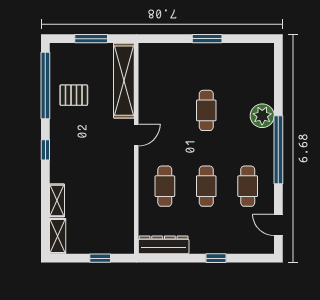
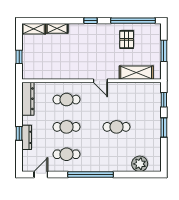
window: (165, 39) -> (164, 100), added
shelving: (124, 81) -> (136, 73), width x0.68
plant: (262, 116) -> (140, 164), moved
dresser: (222, 247) -> (27, 137), added

